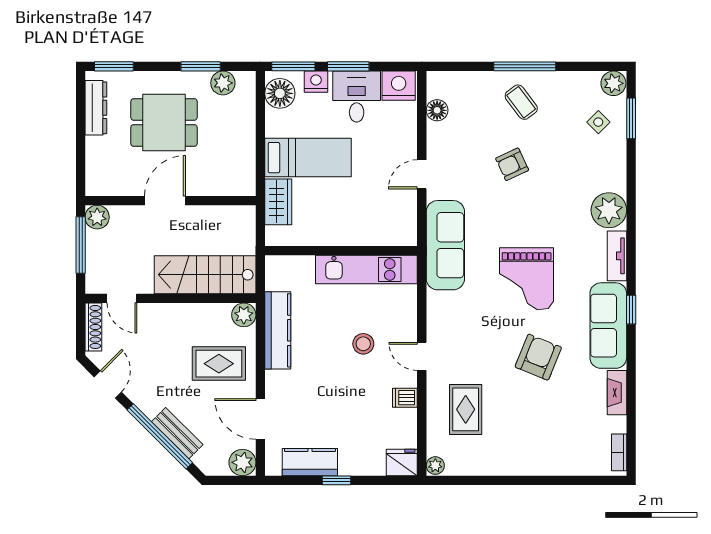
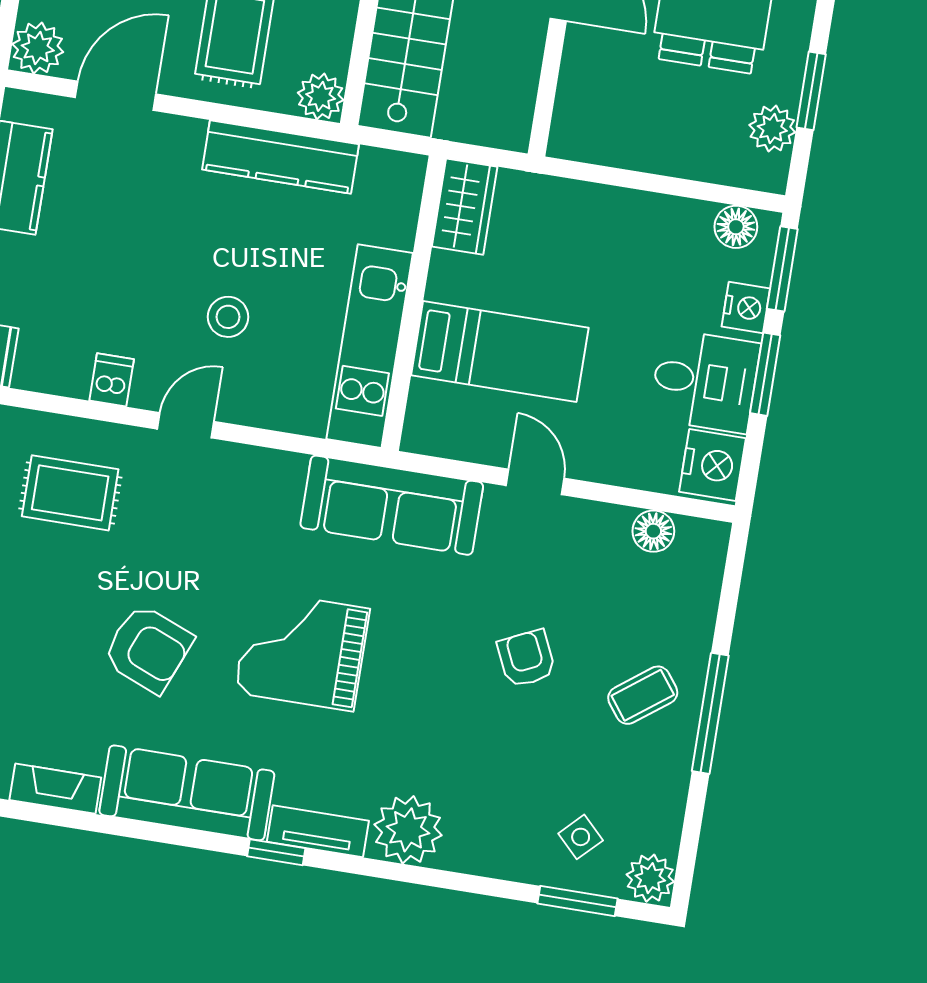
floor lamp: (280, 93) -> (736, 227), width x0.73, depth x0.73
bed: (308, 158) -> (500, 352), moved, turned -90
wardrobe: (278, 202) -> (465, 207), moved, turned -90
window: (631, 310) -> (276, 852), moved

